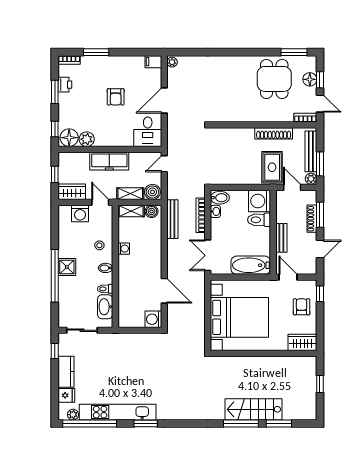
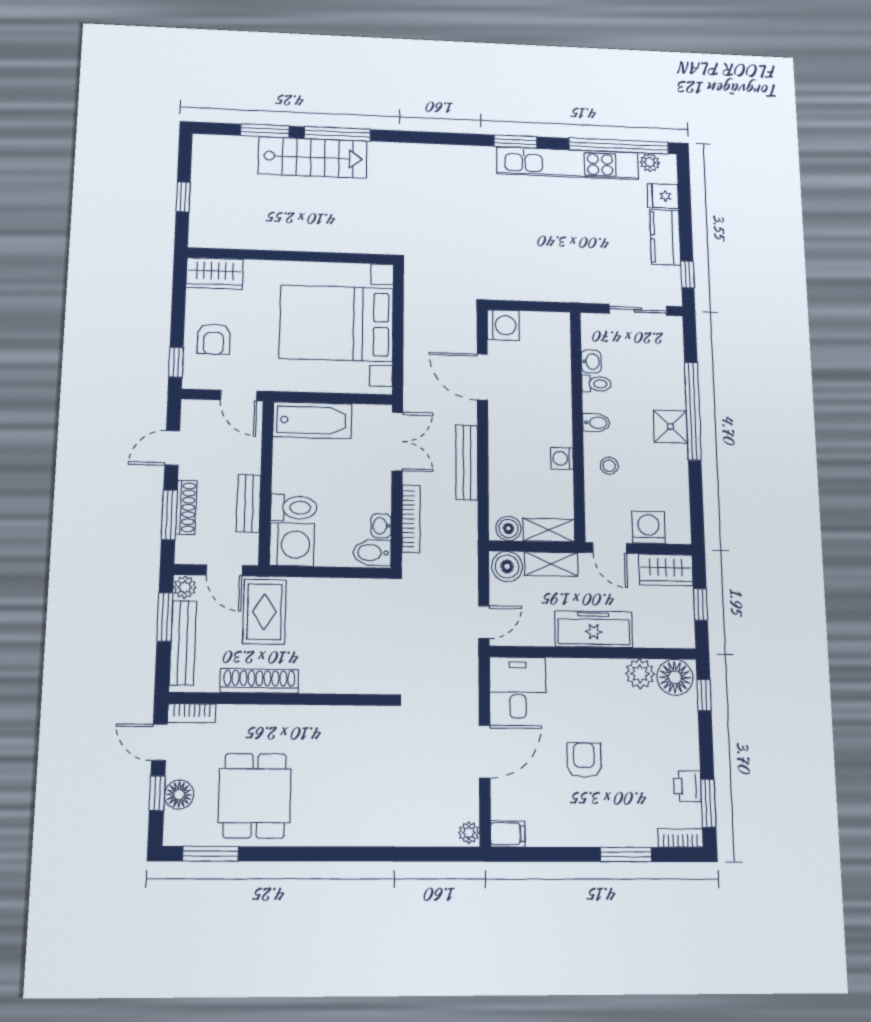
window: (55, 92) -> (708, 803), moved
bench: (172, 219) -> (467, 462), moved
bench: (281, 238) -> (249, 503), moved
washbasin: (105, 307) -> (591, 361), width x0.52, depth x0.69

